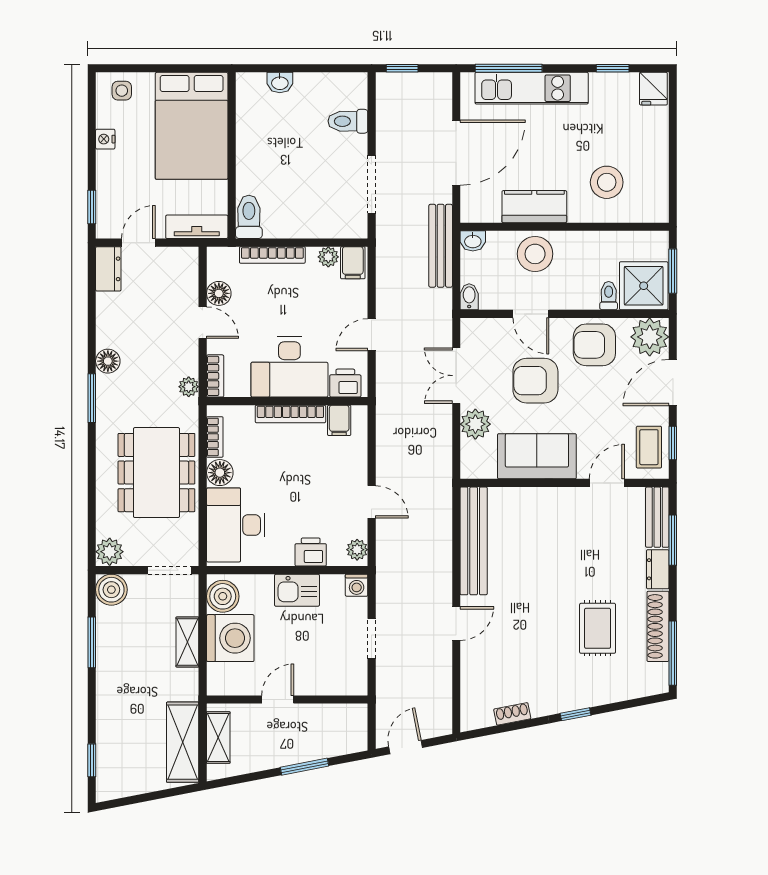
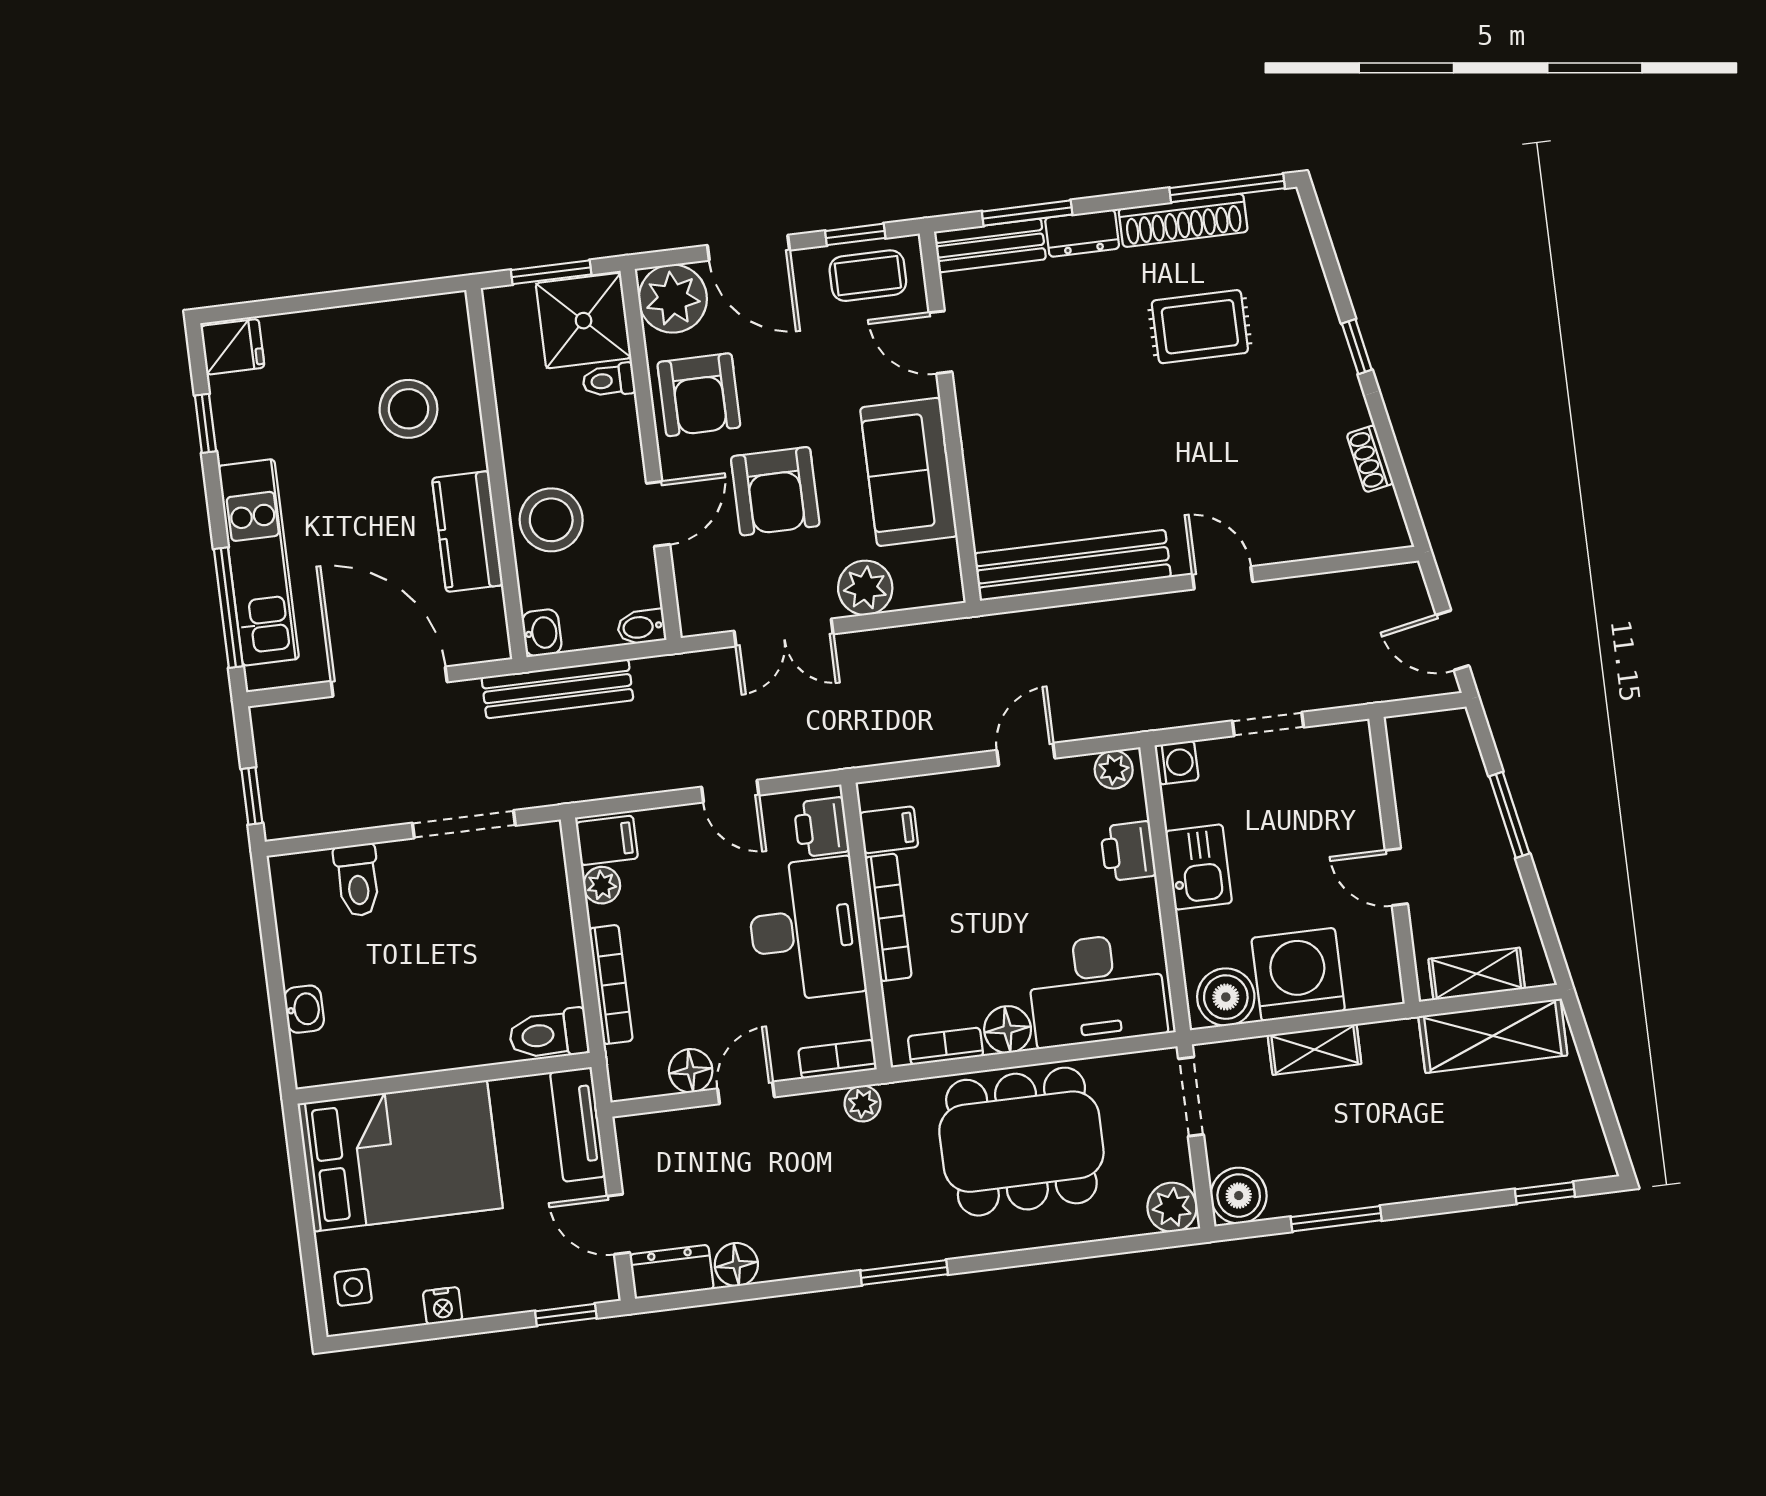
floor lamp: (108, 361) -> (736, 1265), moved

